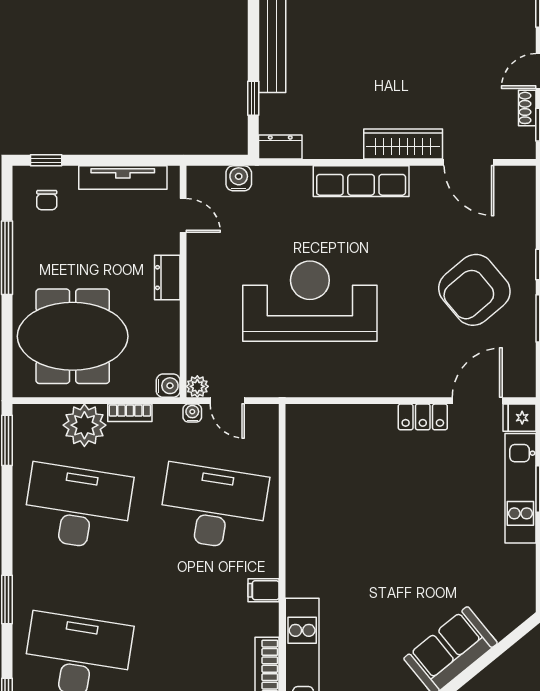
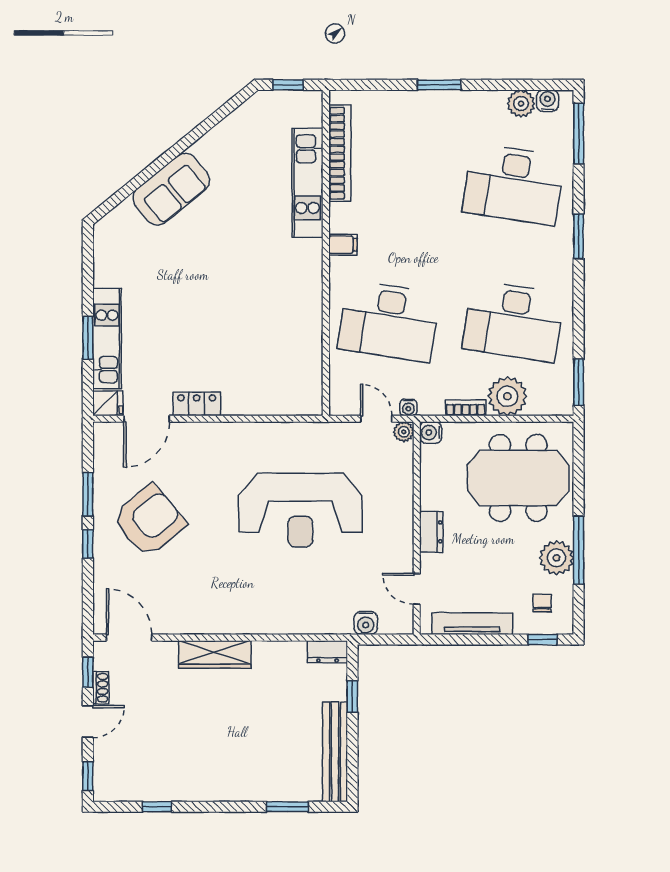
door: (469, 162) -> (129, 638), moved
row of seats: (361, 181) -> (253, 620), removed
plant: (31, 249) -> (556, 558), added

